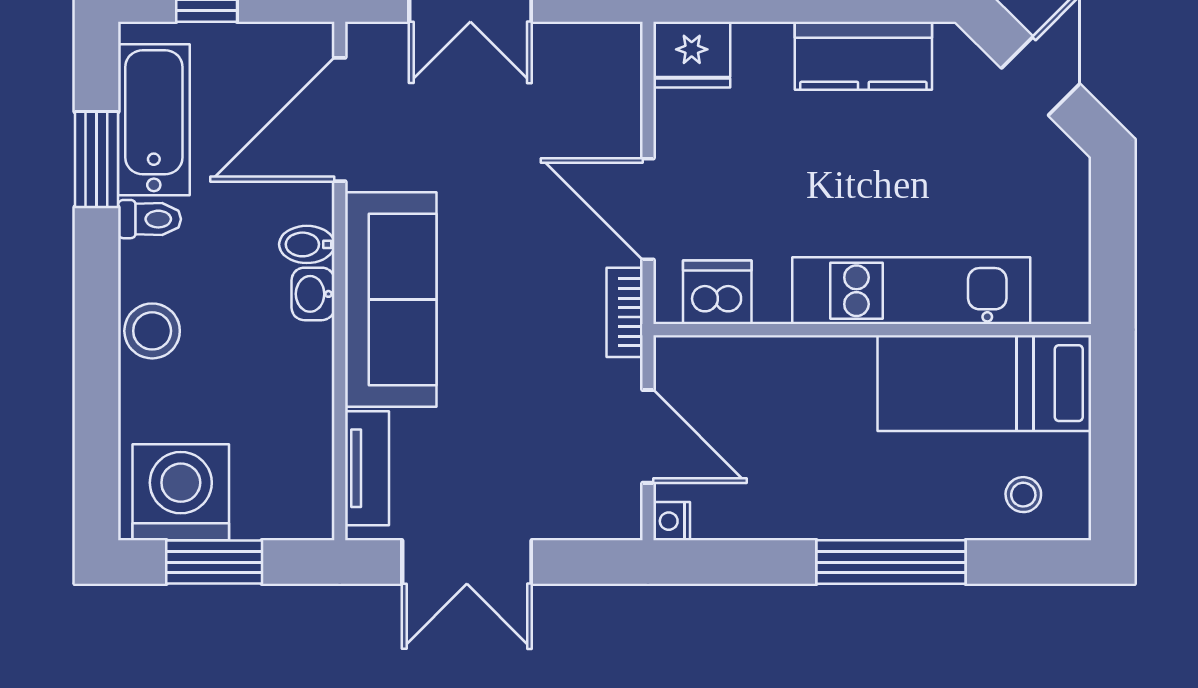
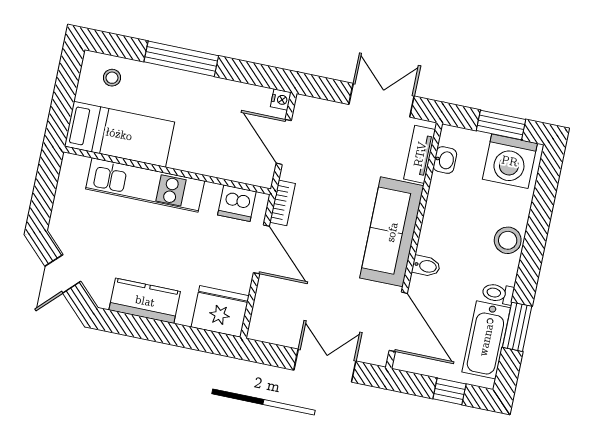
fridge: (692, 55) -> (220, 311), width x1.36, depth x1.34
door: (340, 119) -> (398, 322), hinge flipped
washbasin: (313, 294) -> (445, 160), moved

